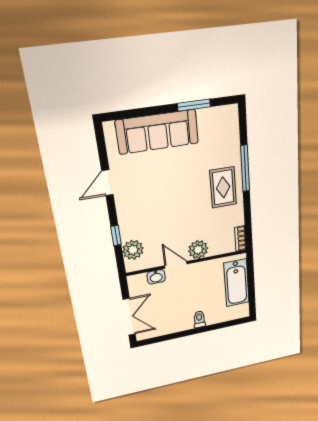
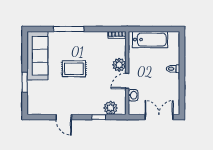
window: (194, 105) -> (25, 82), moved
sofa: (157, 132) -> (37, 56), moved
rug: (223, 187) -> (74, 69), moved

